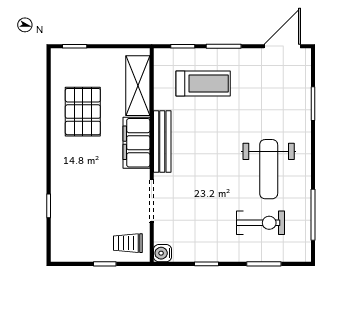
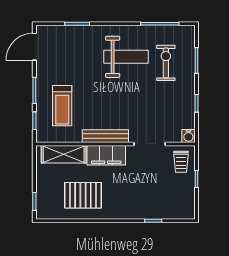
door: (282, 46) -> (34, 47), hinge flipped
treadmill: (203, 84) -> (62, 106), turned 180

